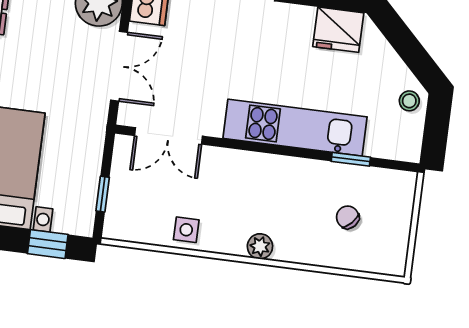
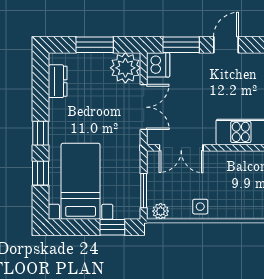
window: (103, 194) -> (144, 191), width x1.50
plant: (260, 246) -> (161, 211), moved

